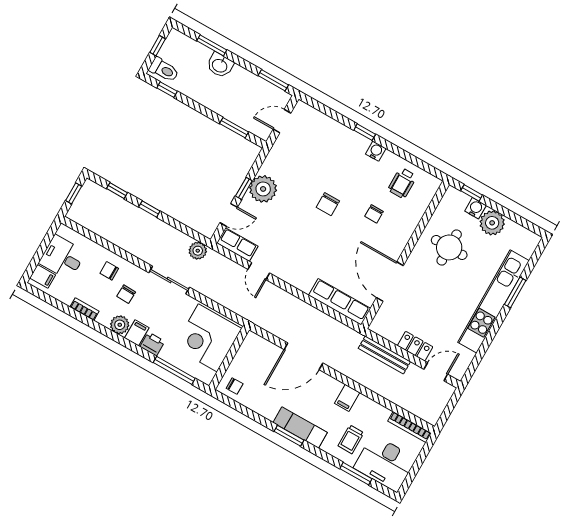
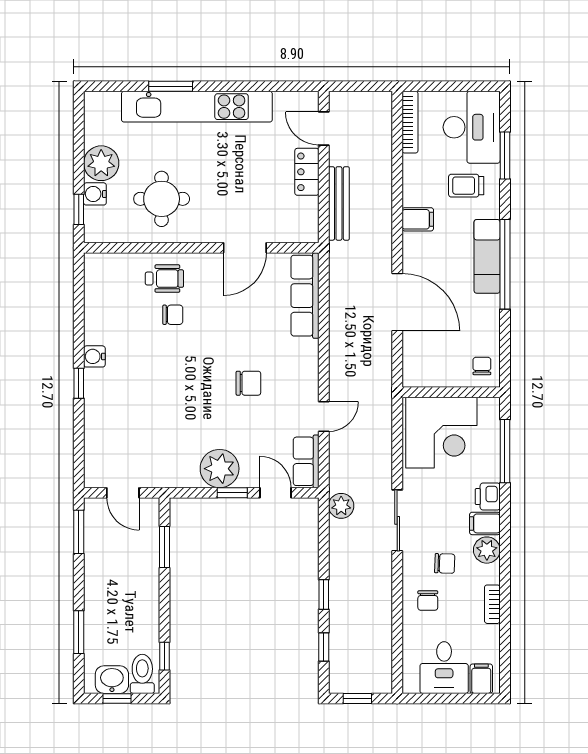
washbasin: (220, 65) -> (112, 680), moved, turned -90
wheelchair: (402, 183) -> (164, 279), moved
chair: (328, 204) -> (248, 383), moved
door: (390, 282) -> (245, 248), width x0.73
window: (289, 436) -> (505, 264), width x2.11
trolley: (351, 439) -> (466, 186), turned 180

